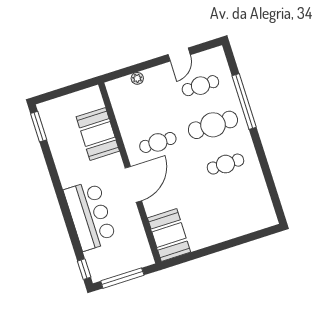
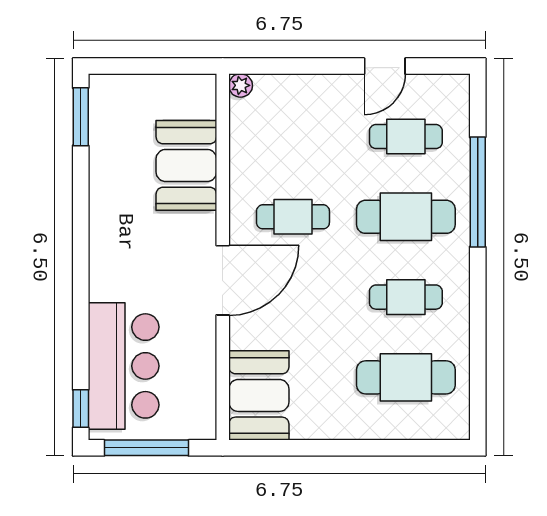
plant: (137, 78) -> (241, 85), moved
cafe table: (238, 203) -> (406, 377), added
bar counter: (90, 215) -> (124, 366), moved

